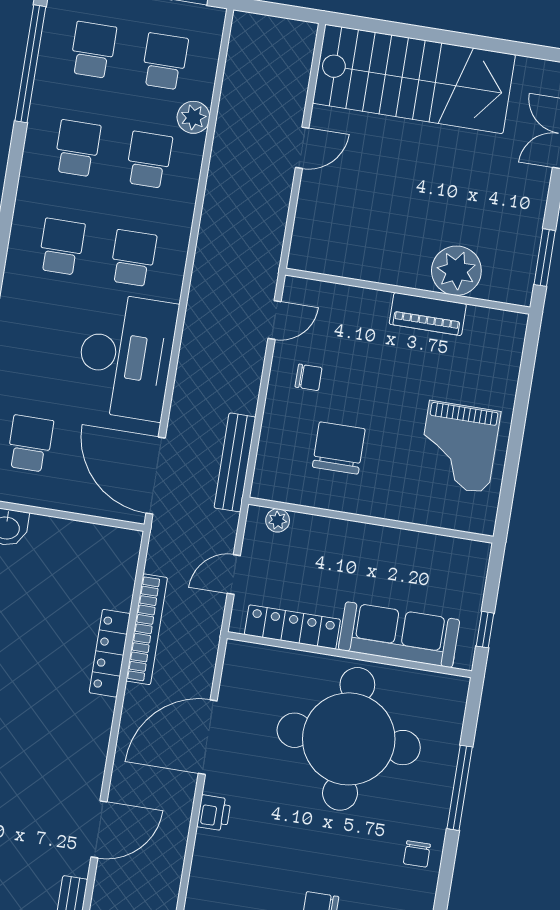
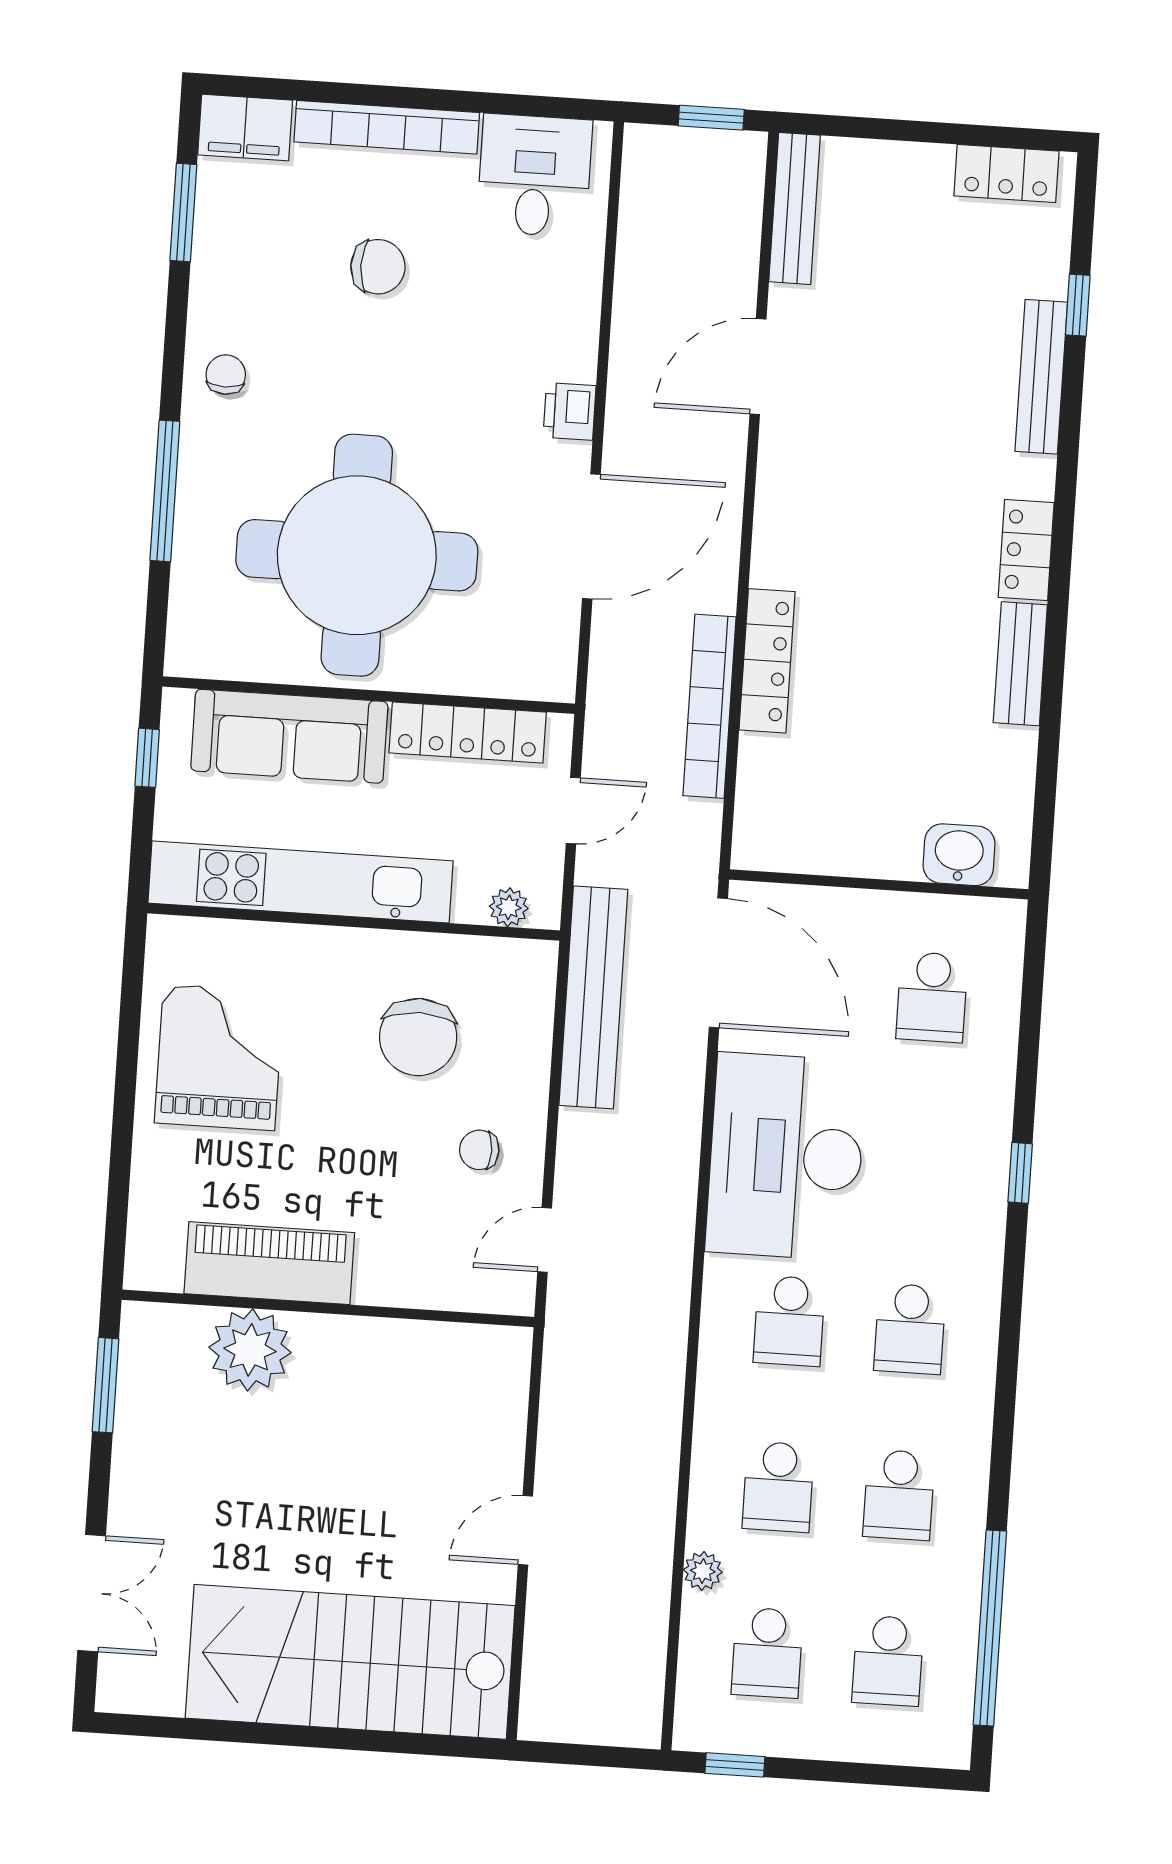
plant: (193, 117) -> (703, 1571), width x0.73, depth x0.73
piano: (428, 314) -> (269, 1263), width x1.37, depth x1.33
bench: (235, 462) -> (593, 997), width x1.37, depth x1.21
kitchen unit: (400, 547) -> (301, 882), added

